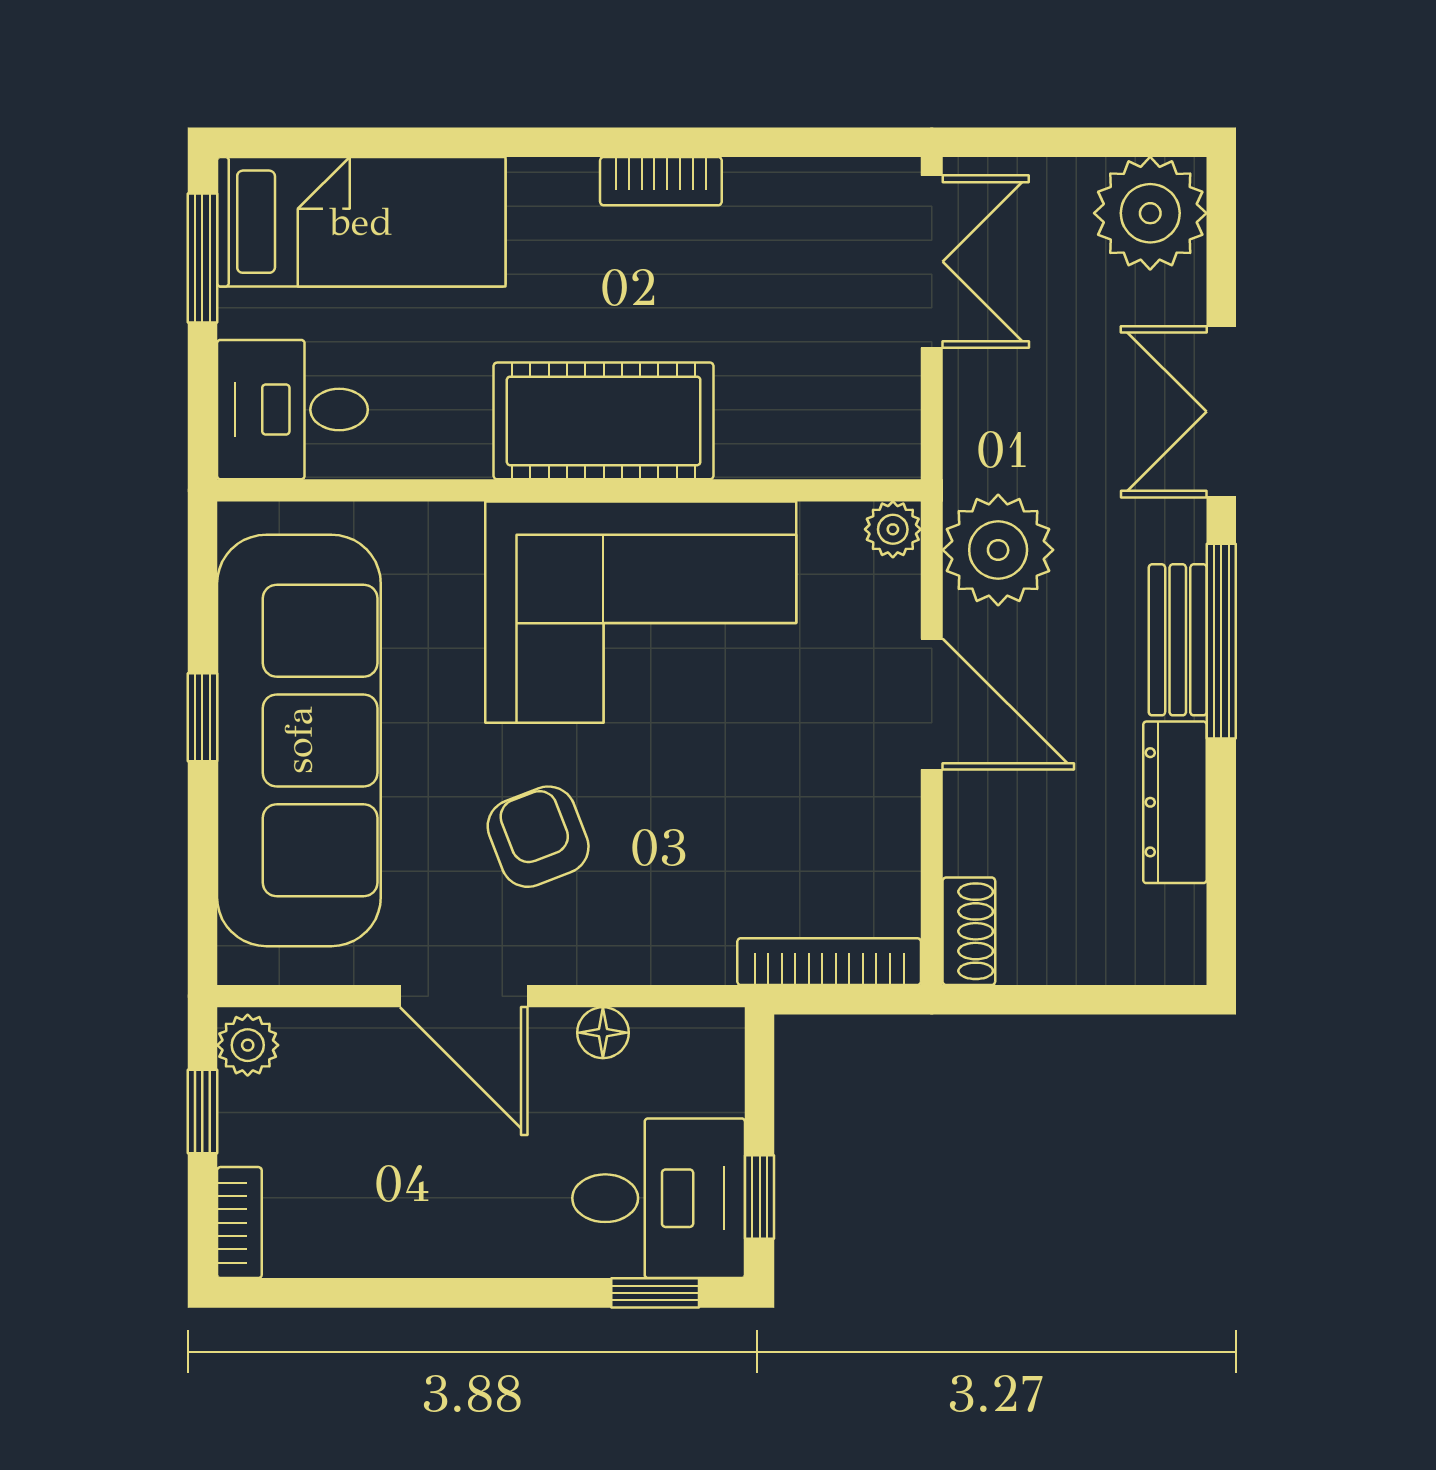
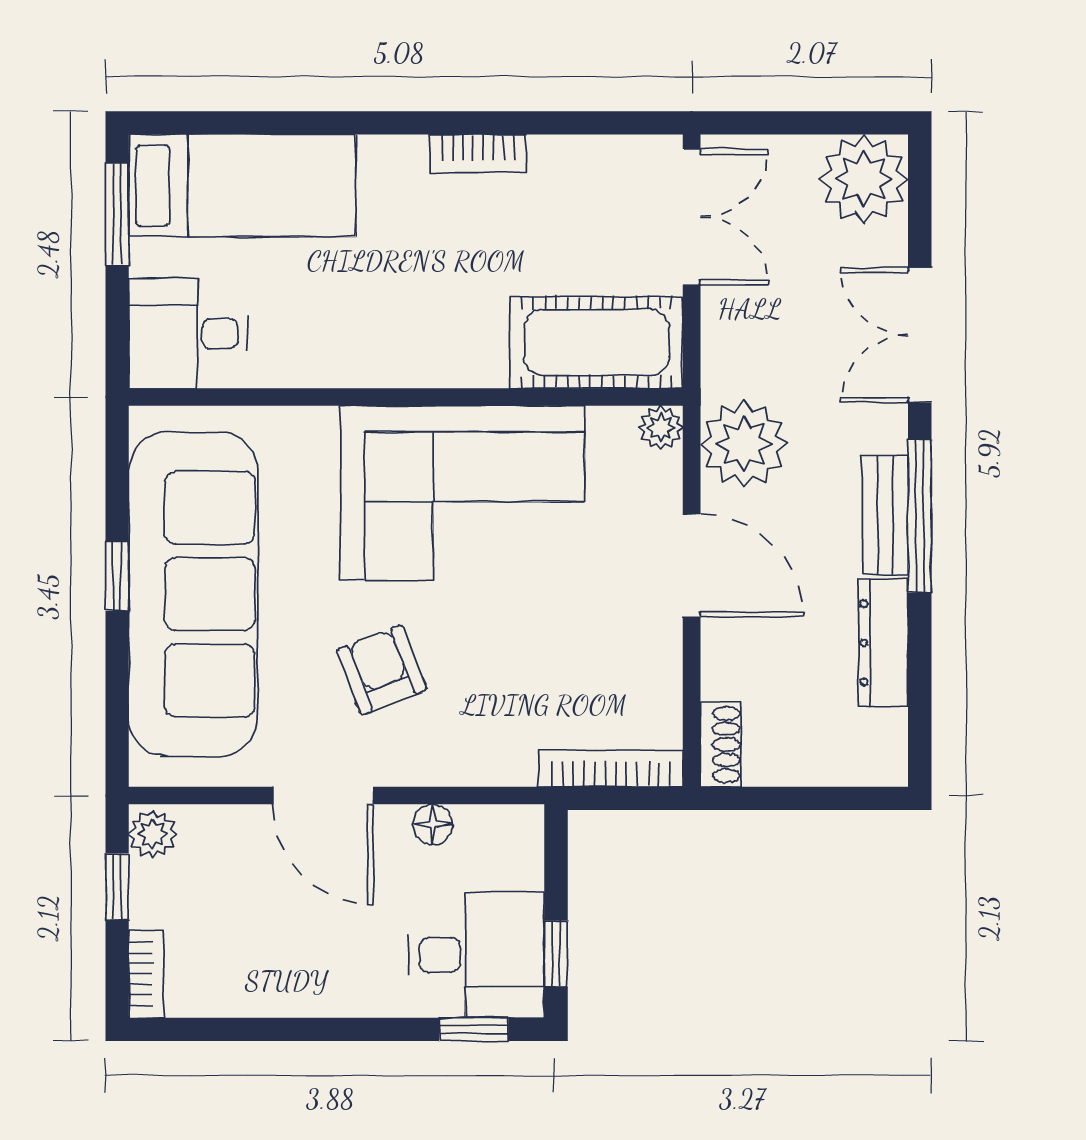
cot: (604, 421) -> (596, 342), moved

